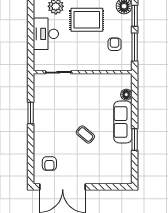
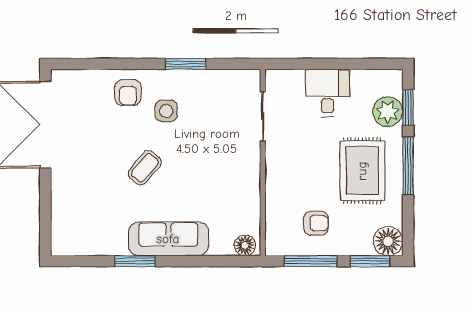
desk: (46, 34) -> (327, 93), width x0.73
floor lamp: (126, 95) -> (245, 245), moved
side table: (55, 123) -> (166, 111), added
armchair: (49, 164) -> (128, 93), moved, turned -90

